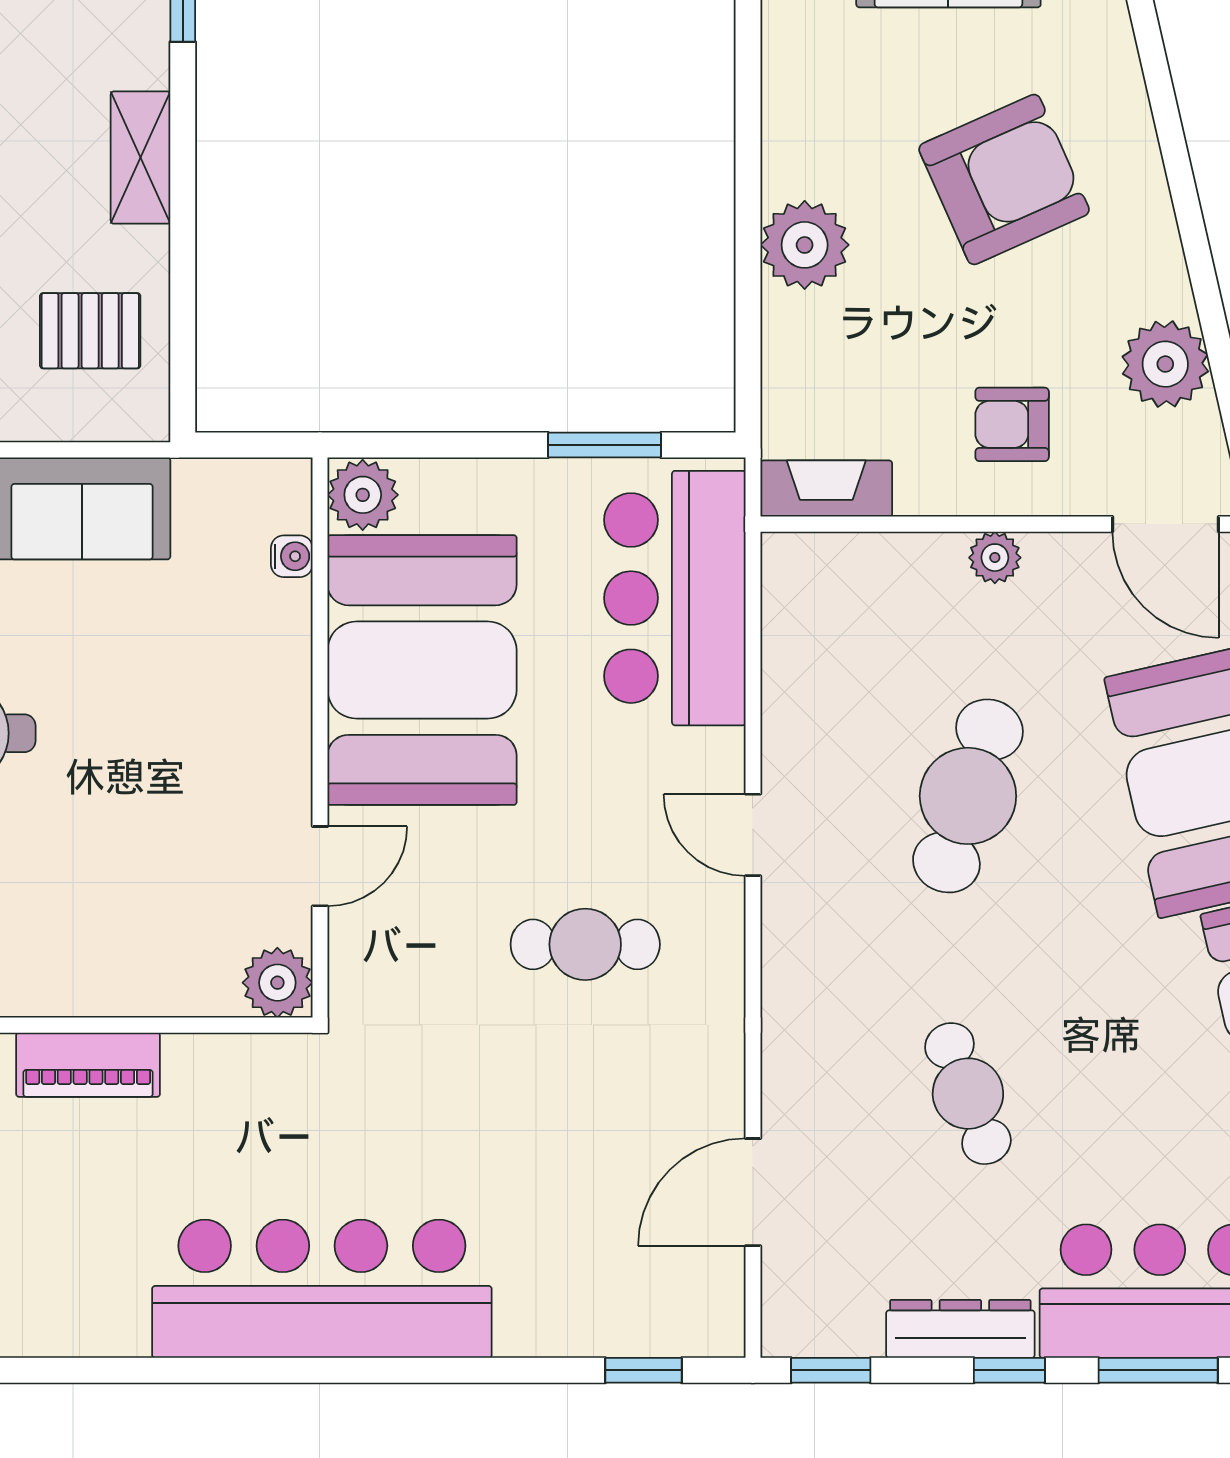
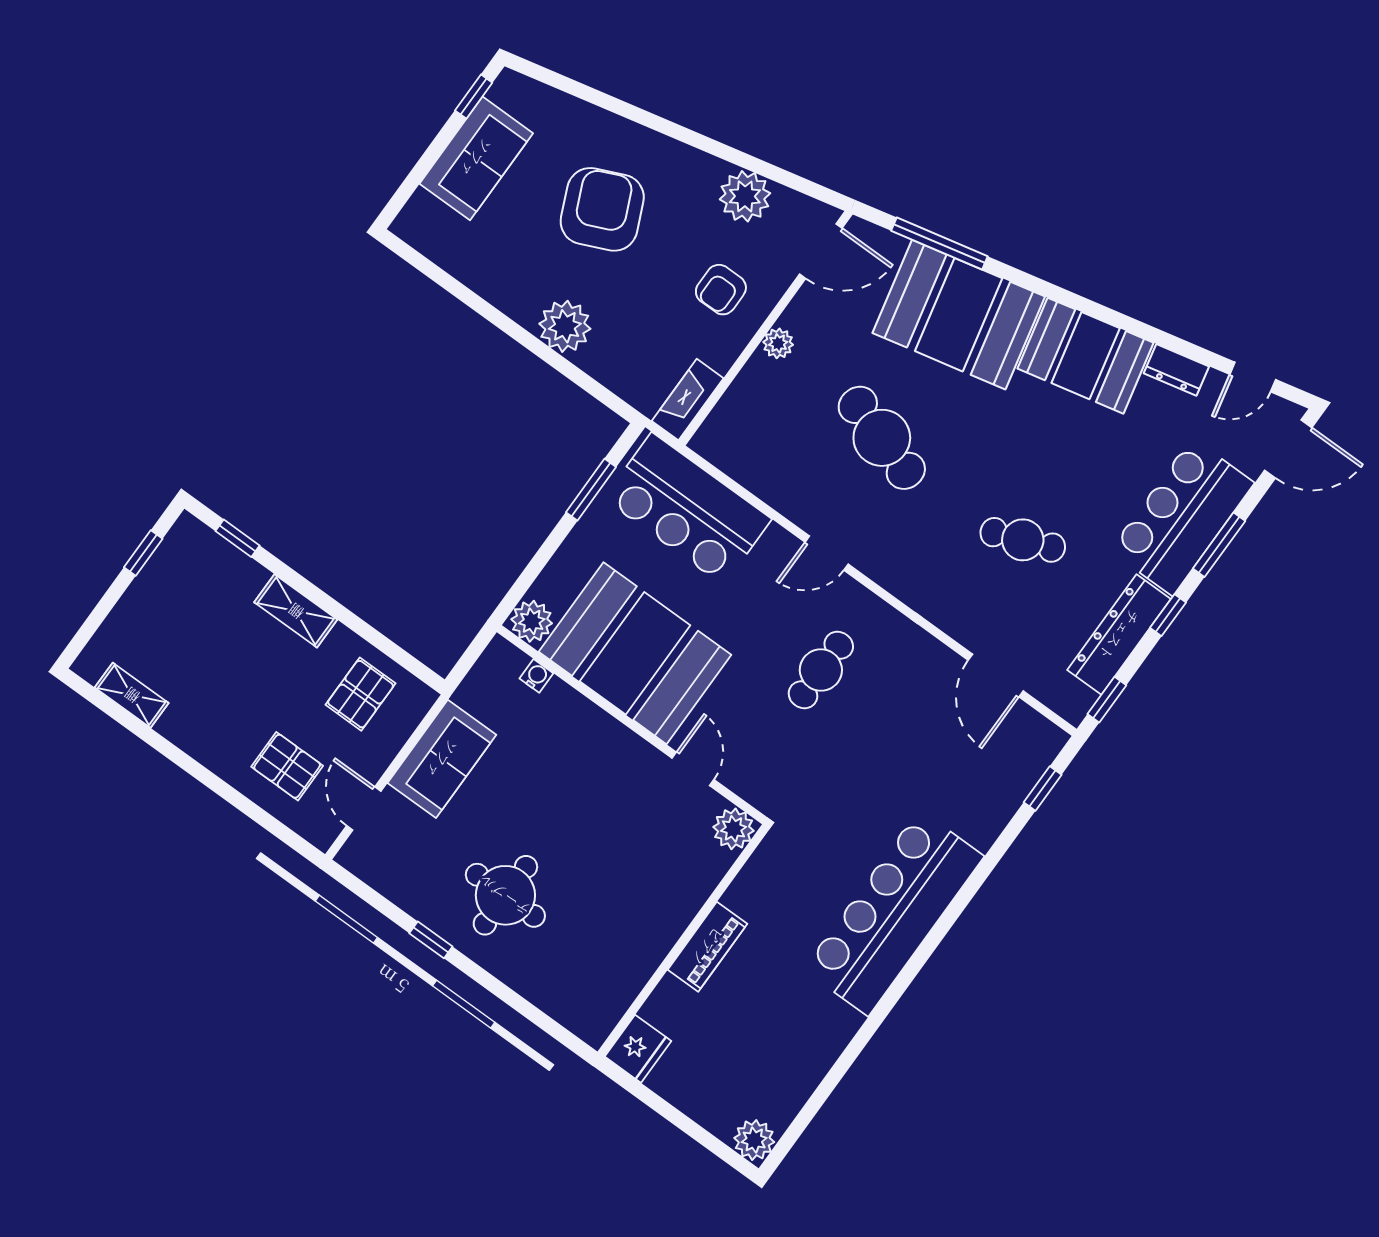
dresser: (960, 1329) -> (1119, 635), width x1.37, depth x1.24

